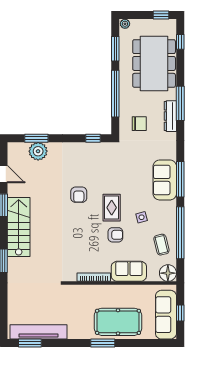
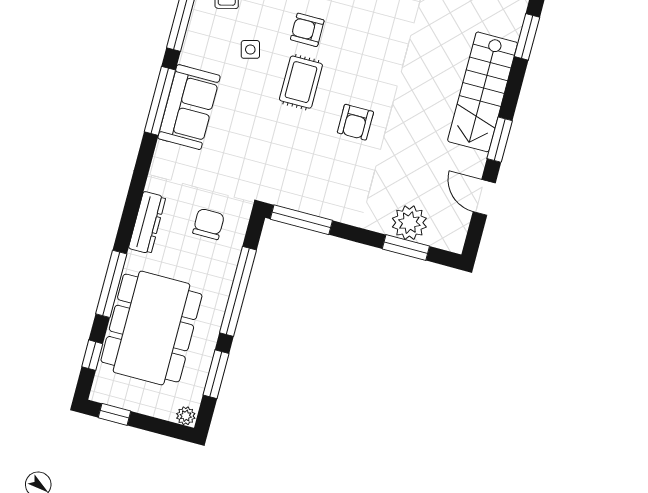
window: (180, 103) -> (111, 284), moved
chair: (139, 124) -> (209, 224), turned 90
window: (93, 138) -> (301, 220), width x2.17
armchair: (79, 195) -> (355, 122), turned 180

